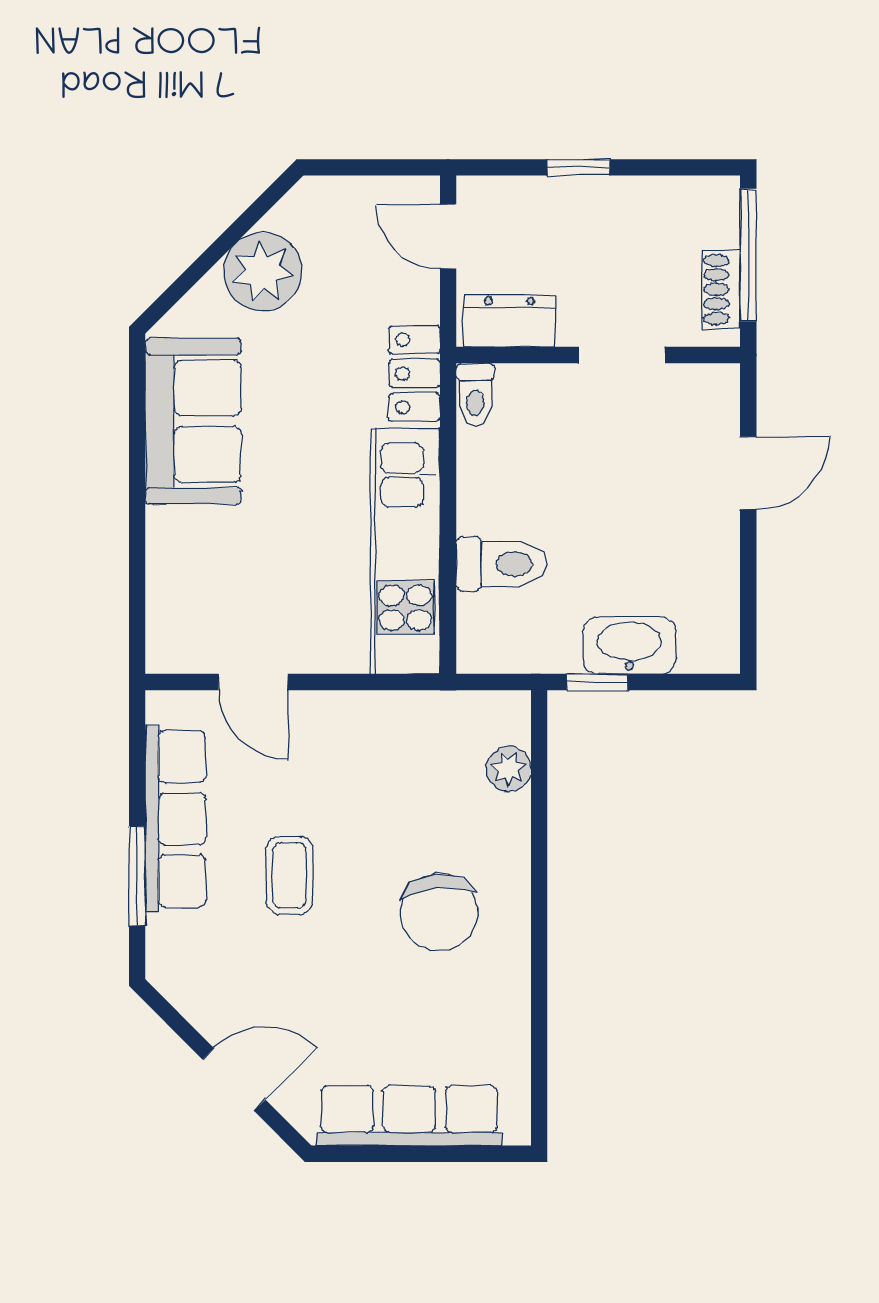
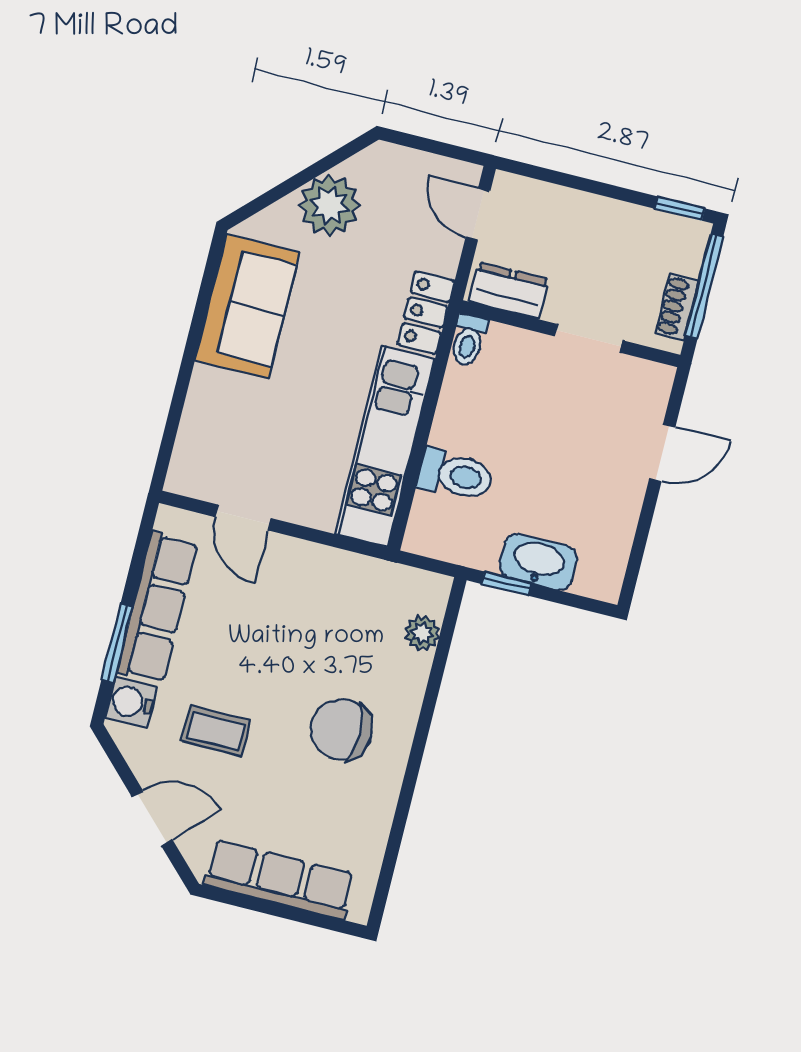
window: (579, 167) -> (680, 208), moved
coffee table: (289, 875) -> (216, 731), moved, turned 90
chair: (439, 912) -> (341, 729), turned 95
water cooler: (172, 943) -> (131, 702), added

